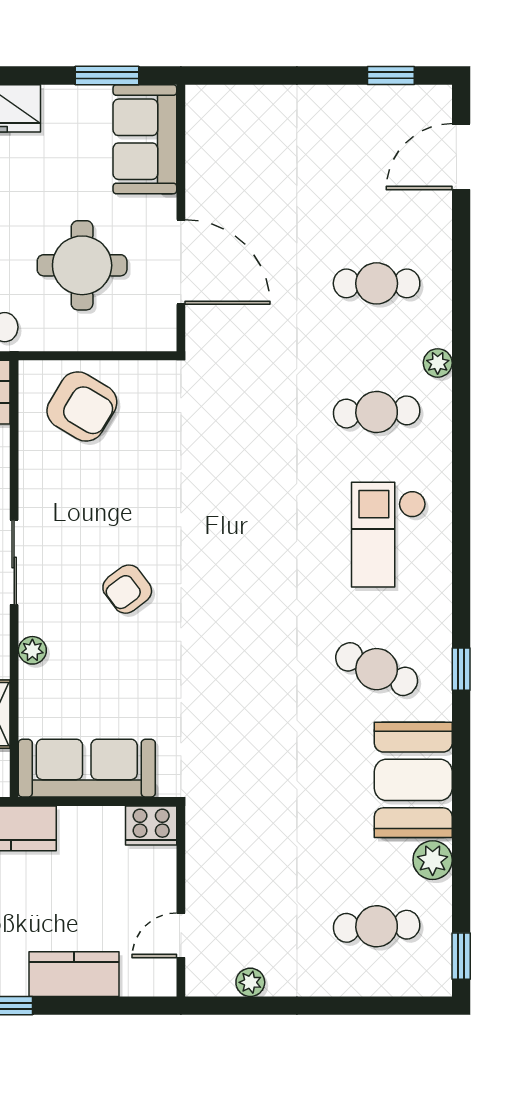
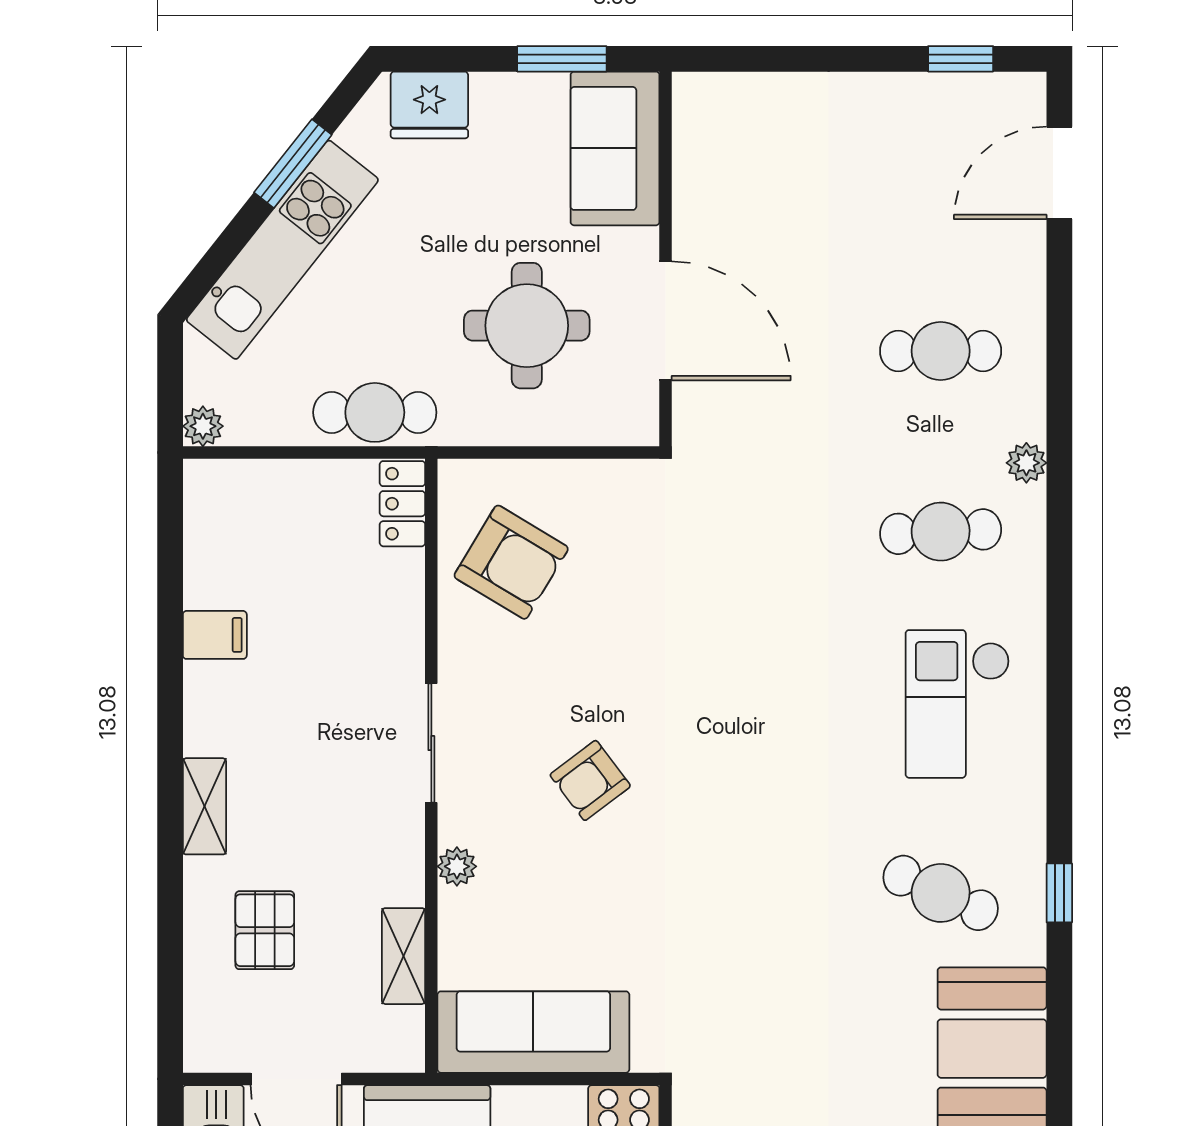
armchair: (82, 406) -> (511, 562), moved

